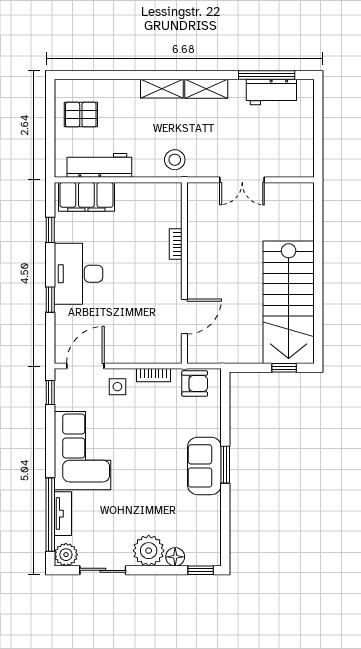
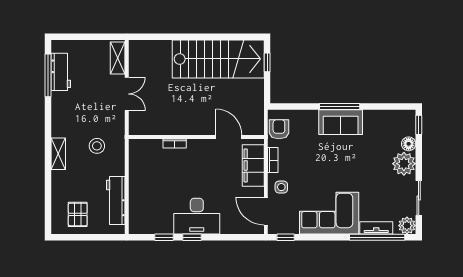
shelving: (206, 89) -> (118, 58), moved
stool: (175, 160) -> (97, 146), moved
filing cabinet: (86, 197) -> (253, 165), moved, turned 180
window: (50, 300) -> (192, 237), moved
window: (225, 465) -> (340, 106), width x1.44

